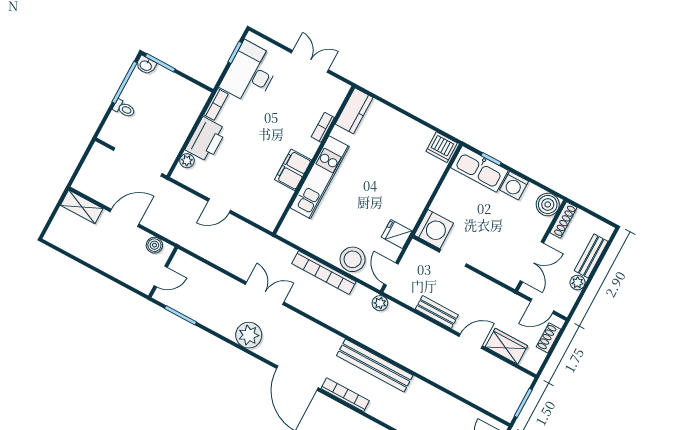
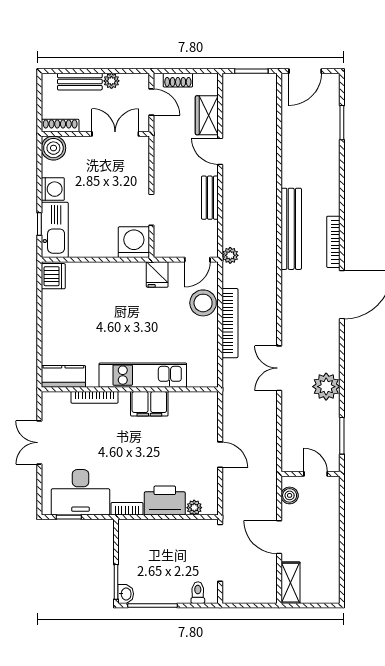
toilet: (124, 109) -> (198, 593), moved
bookcase: (323, 127) -> (95, 397), width x1.56
plant: (249, 335) -> (326, 387), moved

